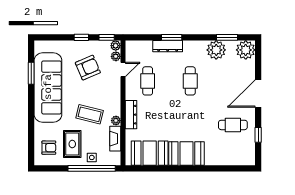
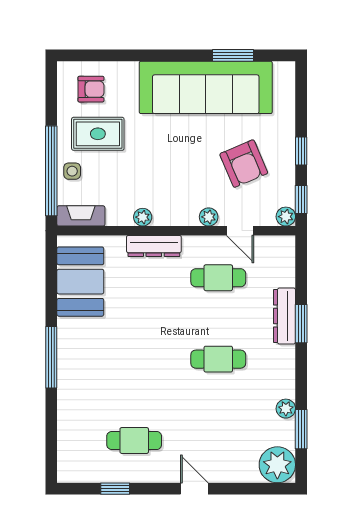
plant: (216, 50) -> (286, 409), width x0.53, depth x0.53
plant: (116, 56) -> (209, 217), moved
door: (258, 93) -> (194, 489), width x0.53
coffee table: (90, 114) -> (155, 167), removed
cafe table: (233, 125) -> (134, 440), turned 90
fireplace: (115, 139) -> (81, 216), moved
armchair: (49, 148) -> (91, 89), turned -90
booth: (186, 154) -> (80, 352), removed
window: (189, 168) -> (51, 357), added

